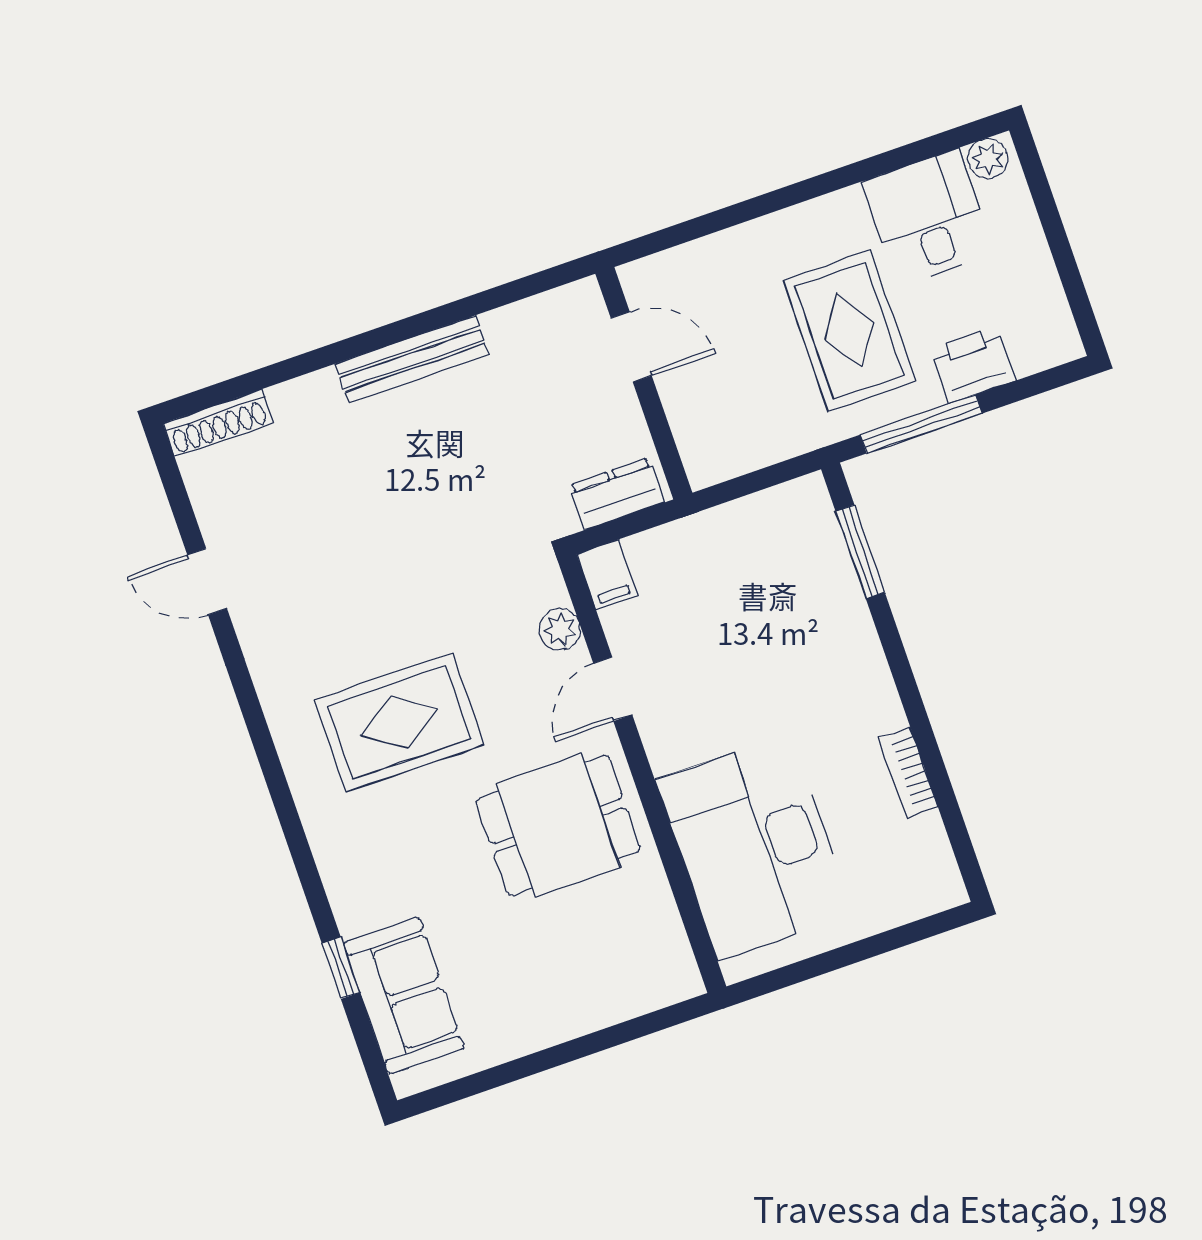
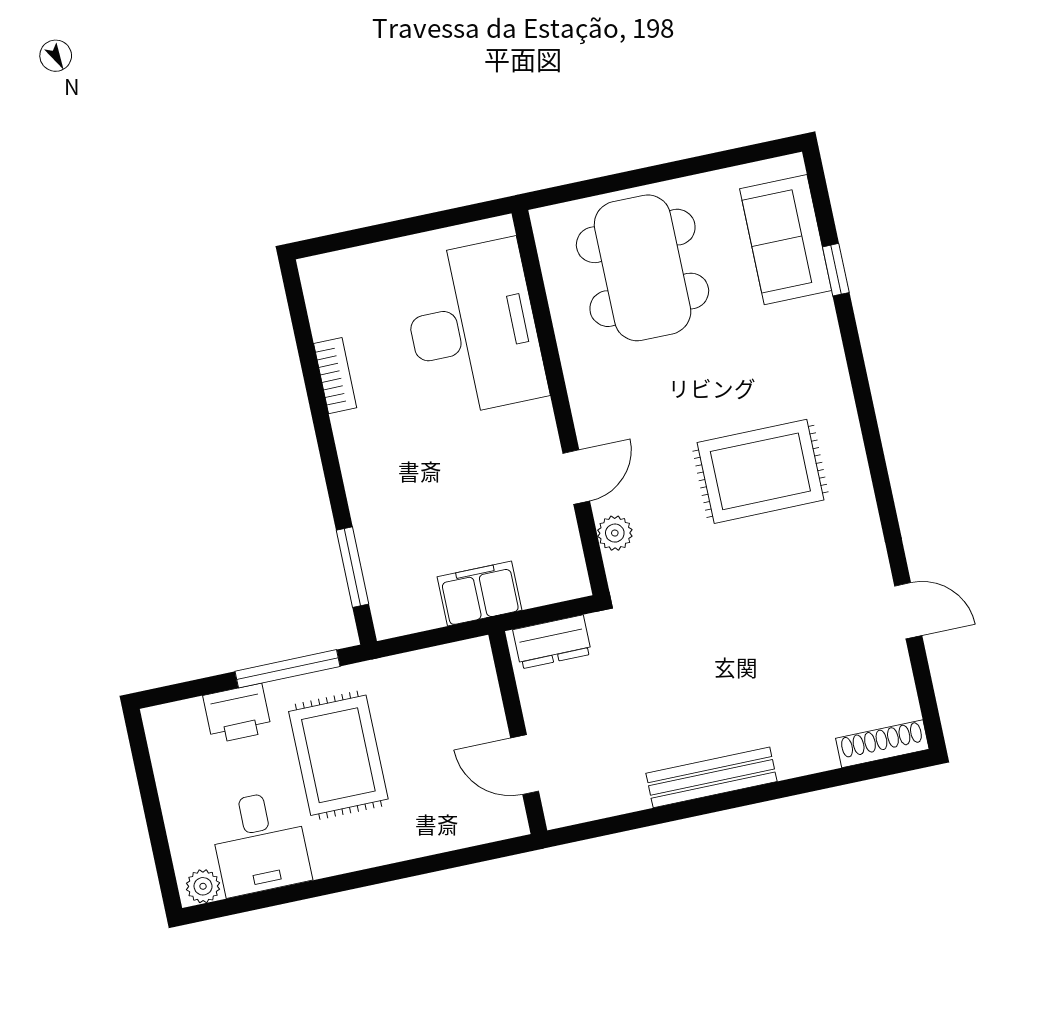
filing cabinet: (607, 575) -> (479, 593), moved, width x2.00
dining table: (558, 825) -> (643, 268), moved, width x1.38

